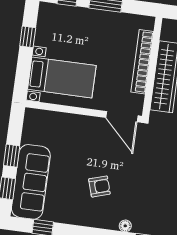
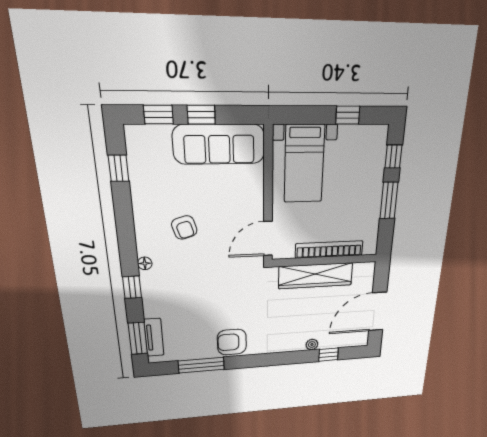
sofa: (31, 182) -> (219, 144), moved

